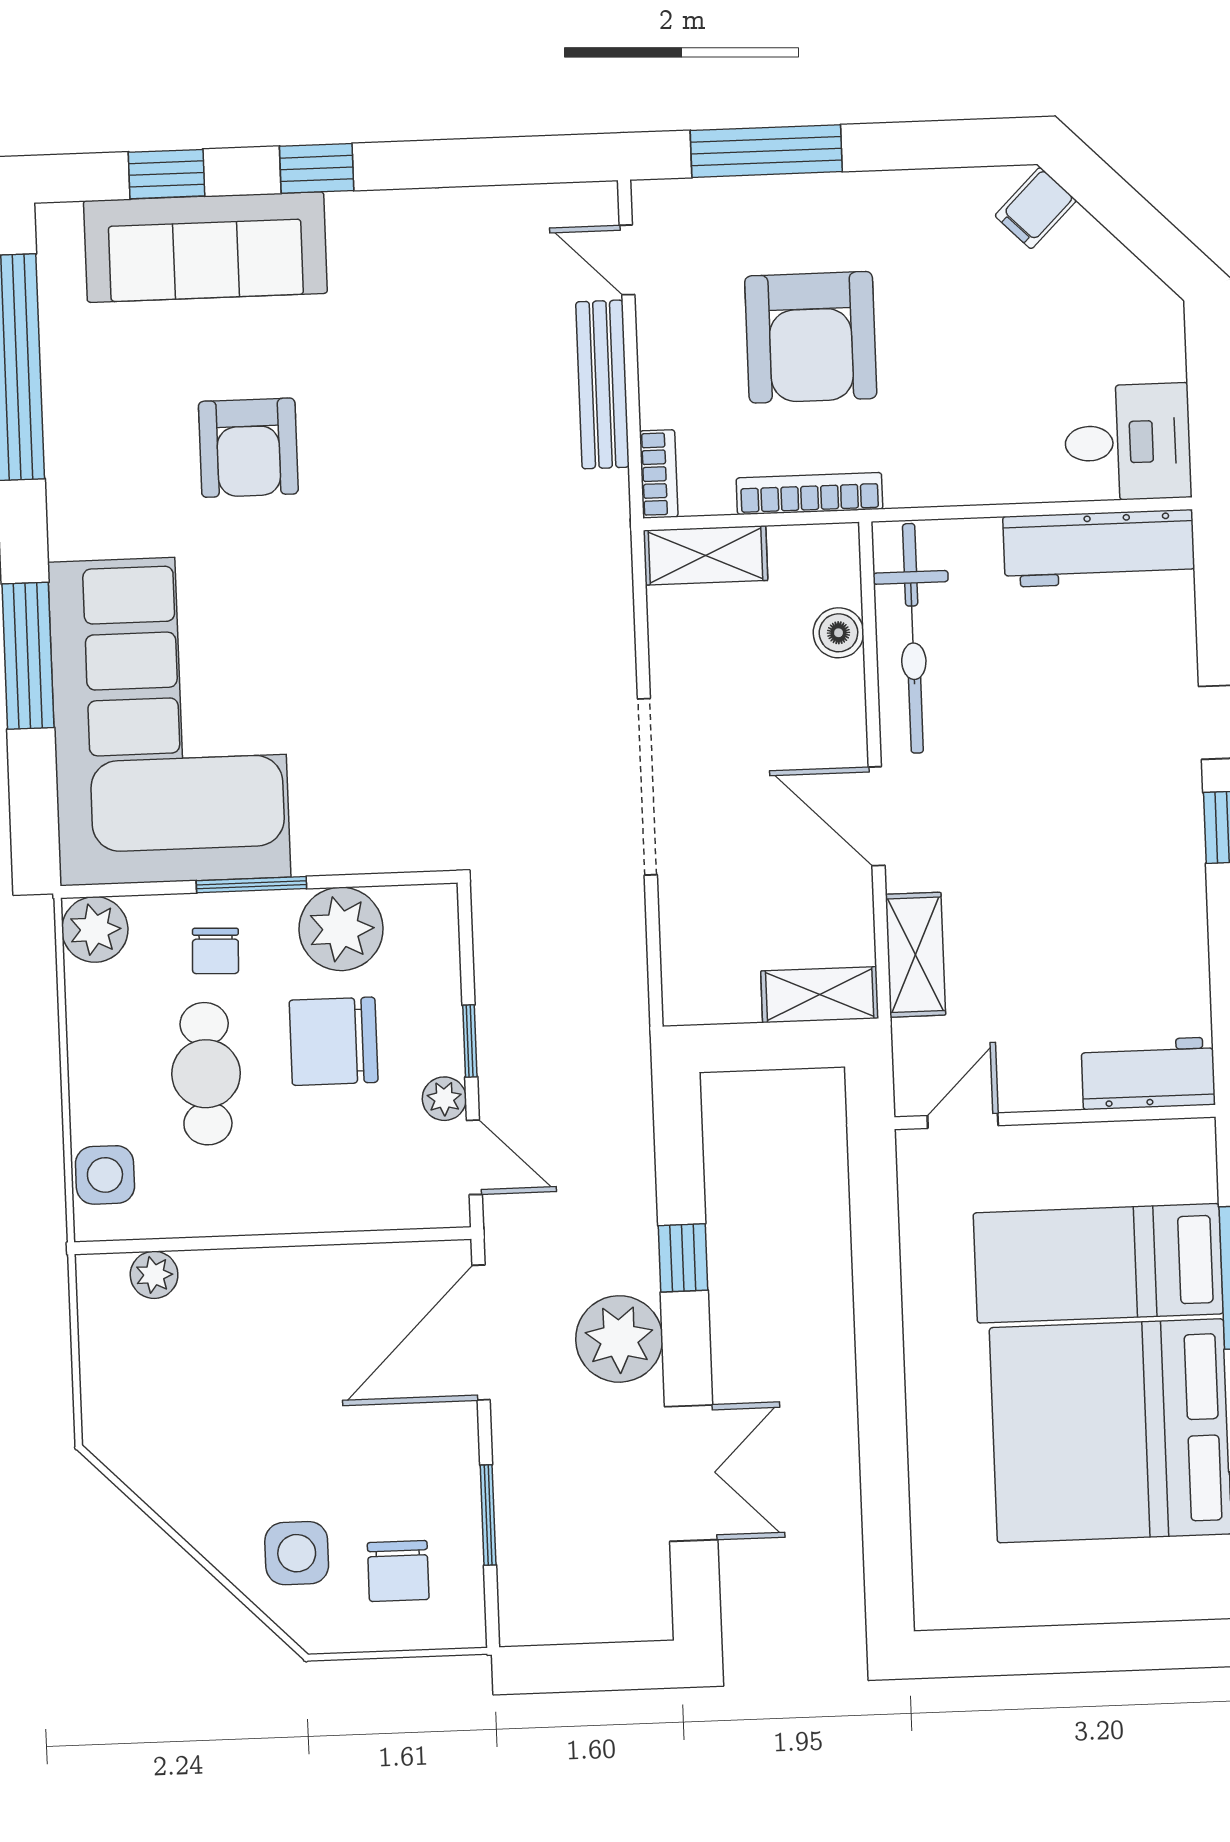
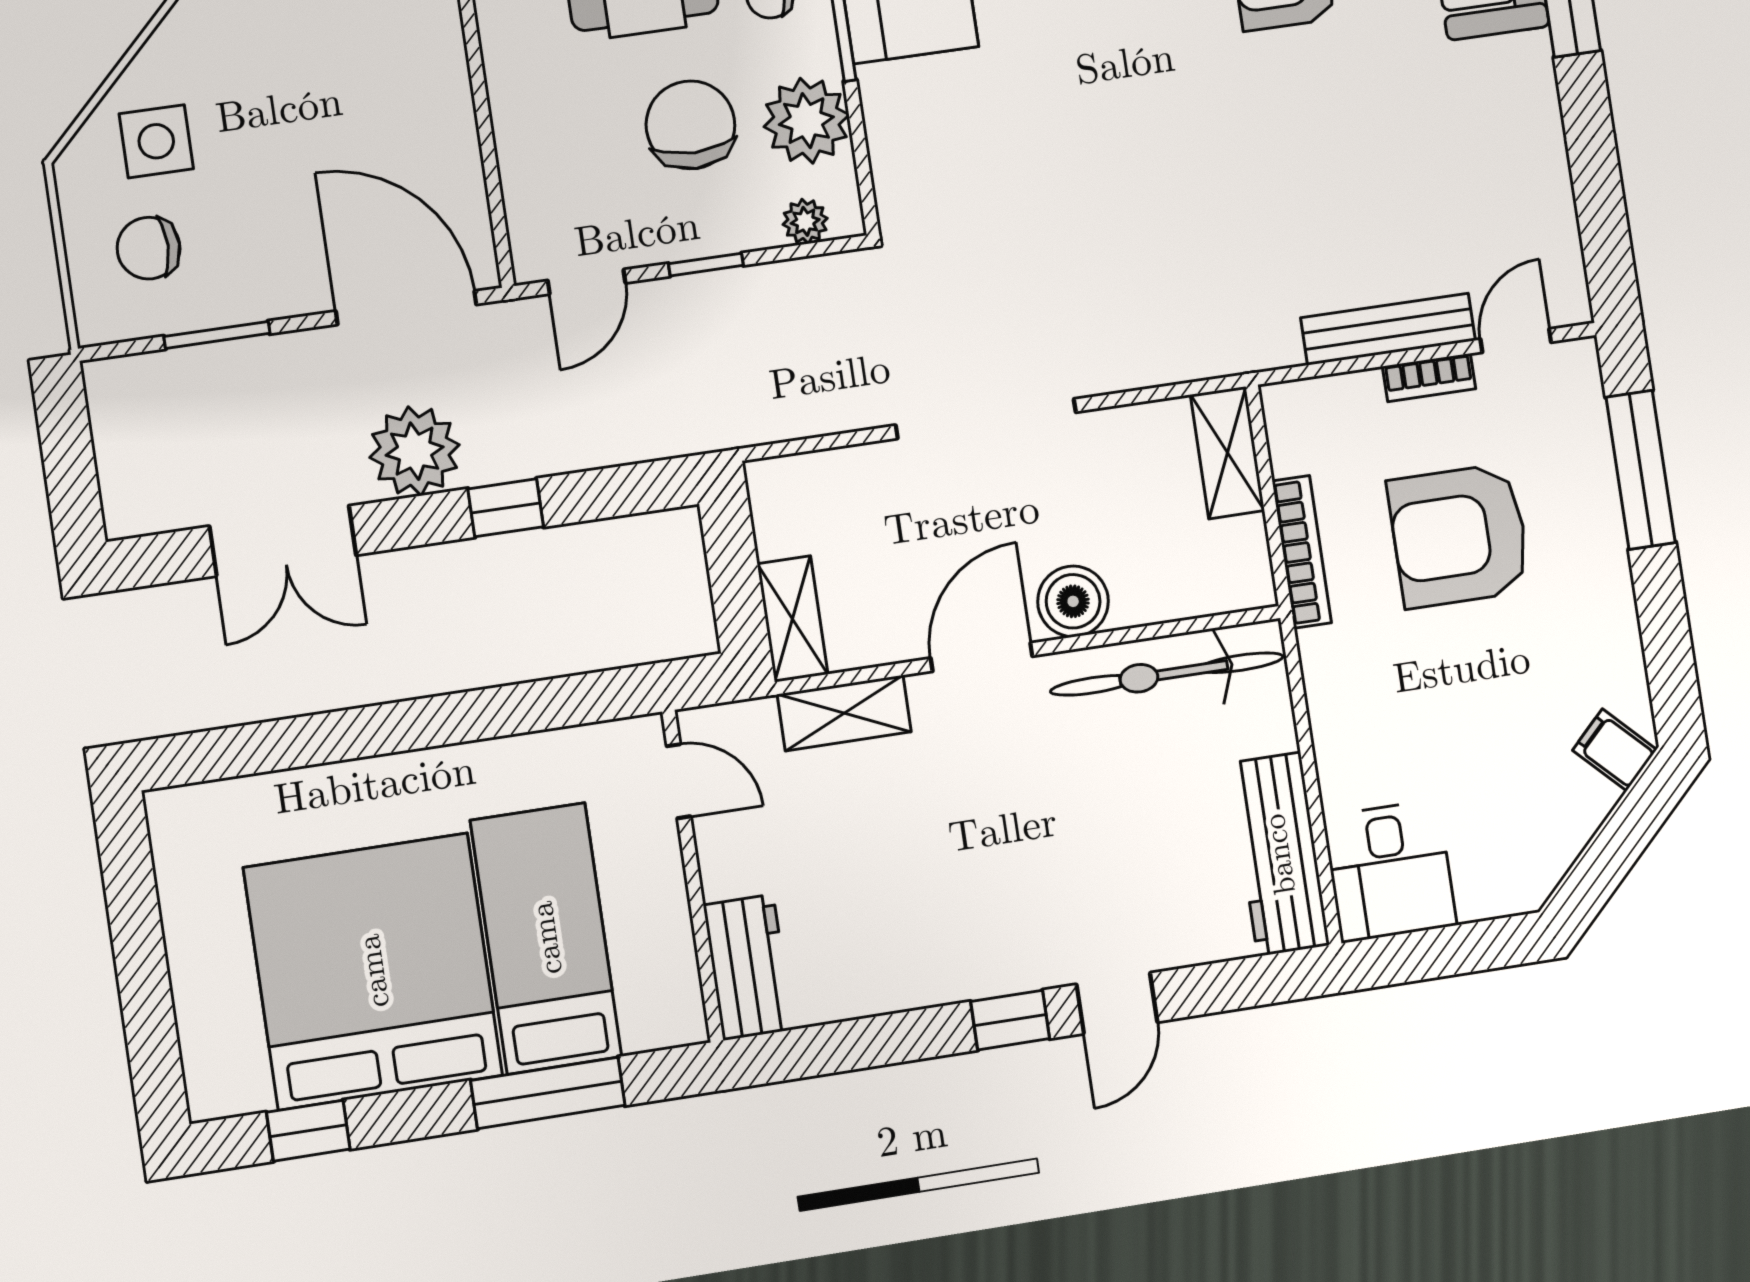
bookcase: (659, 474) -> (1429, 378), moved
boiler: (838, 633) -> (1073, 601), moved, width x1.36, depth x1.36
plant: (444, 1099) -> (805, 221), moved

